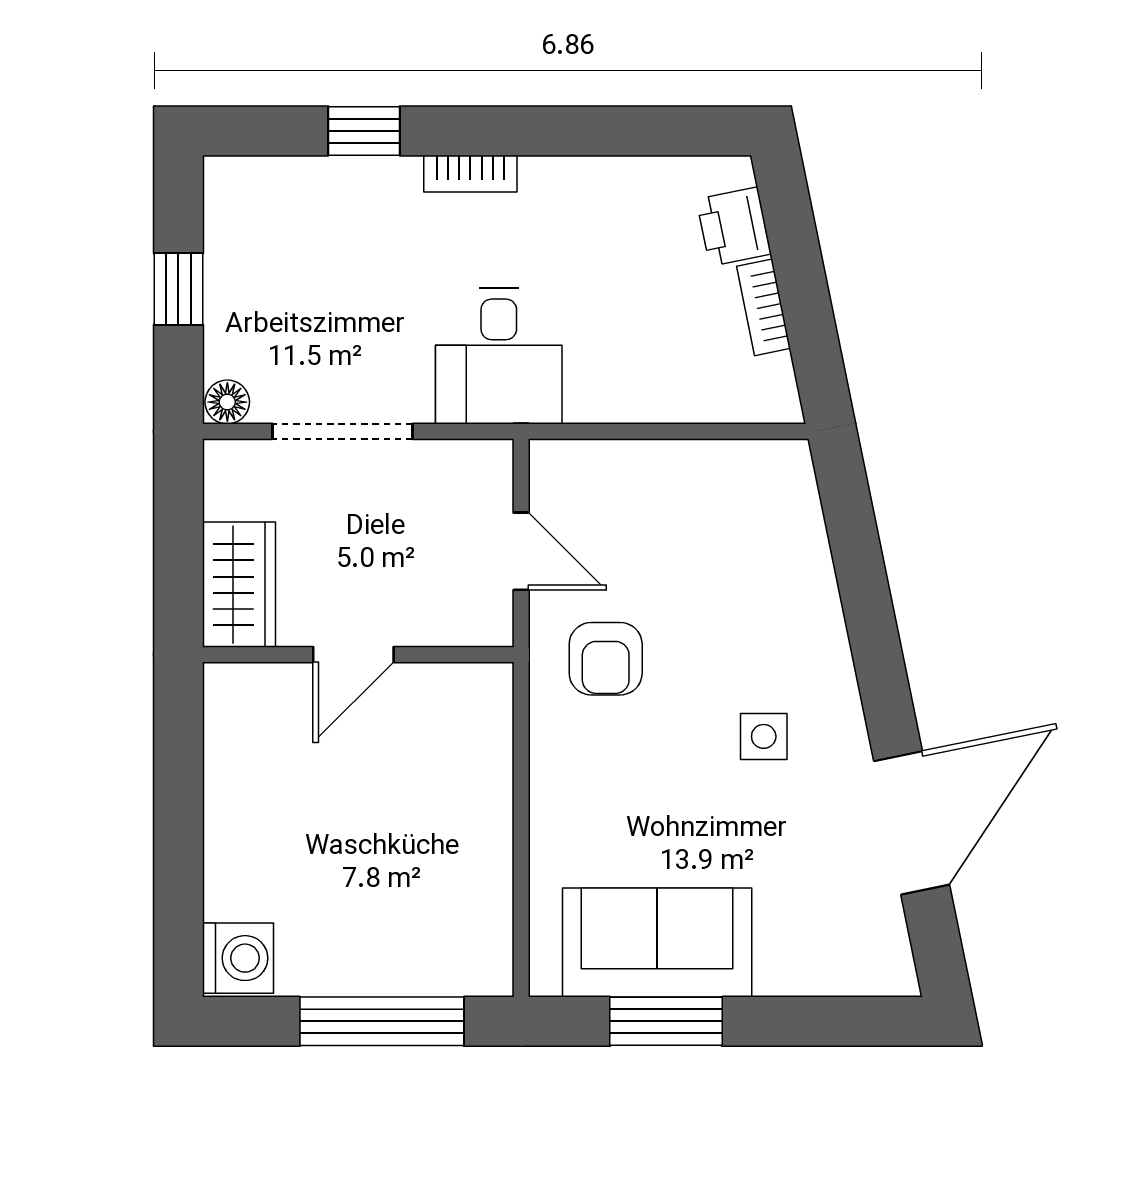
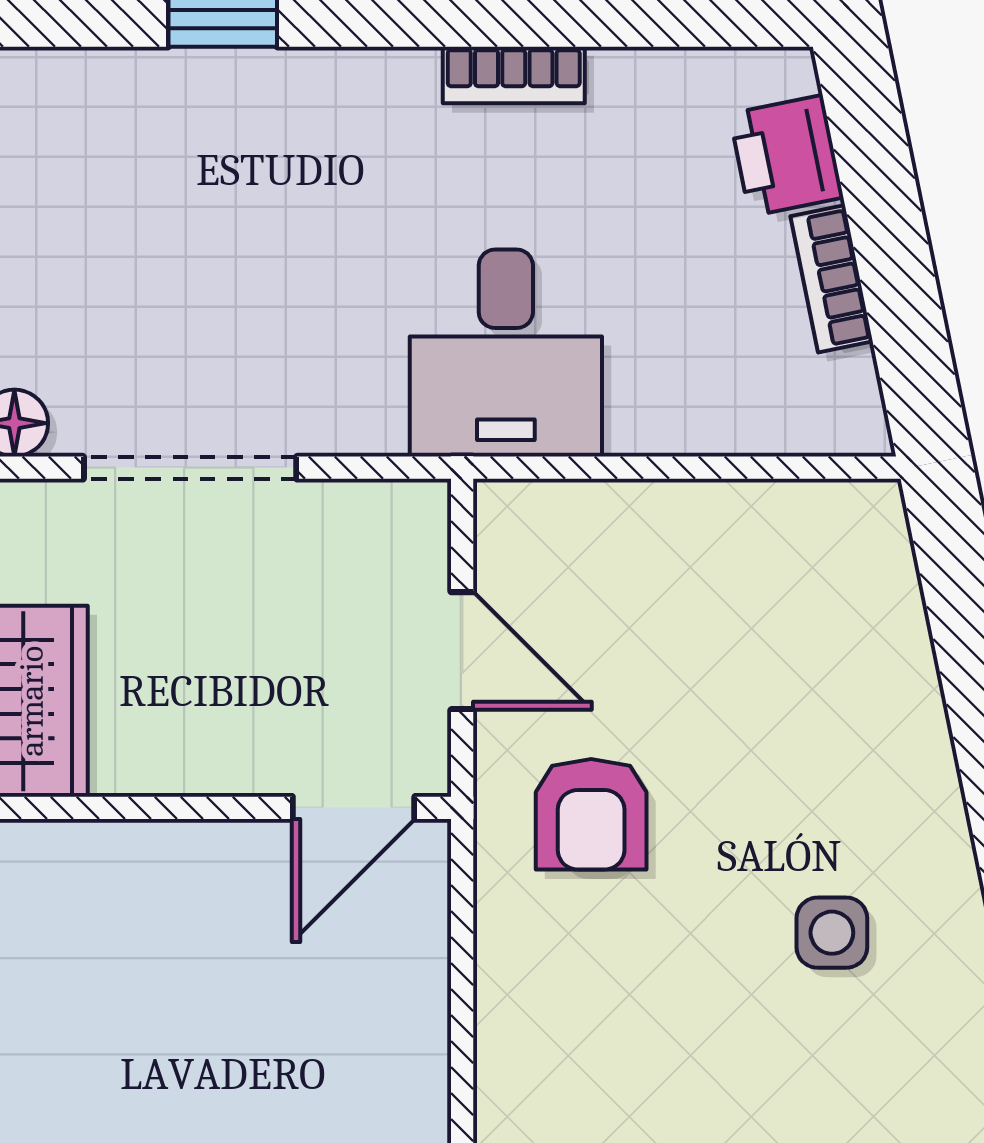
bookcase: (470, 174) -> (514, 75), moved
desk: (499, 356) -> (506, 353), moved
door: (353, 655) -> (354, 808), moved

